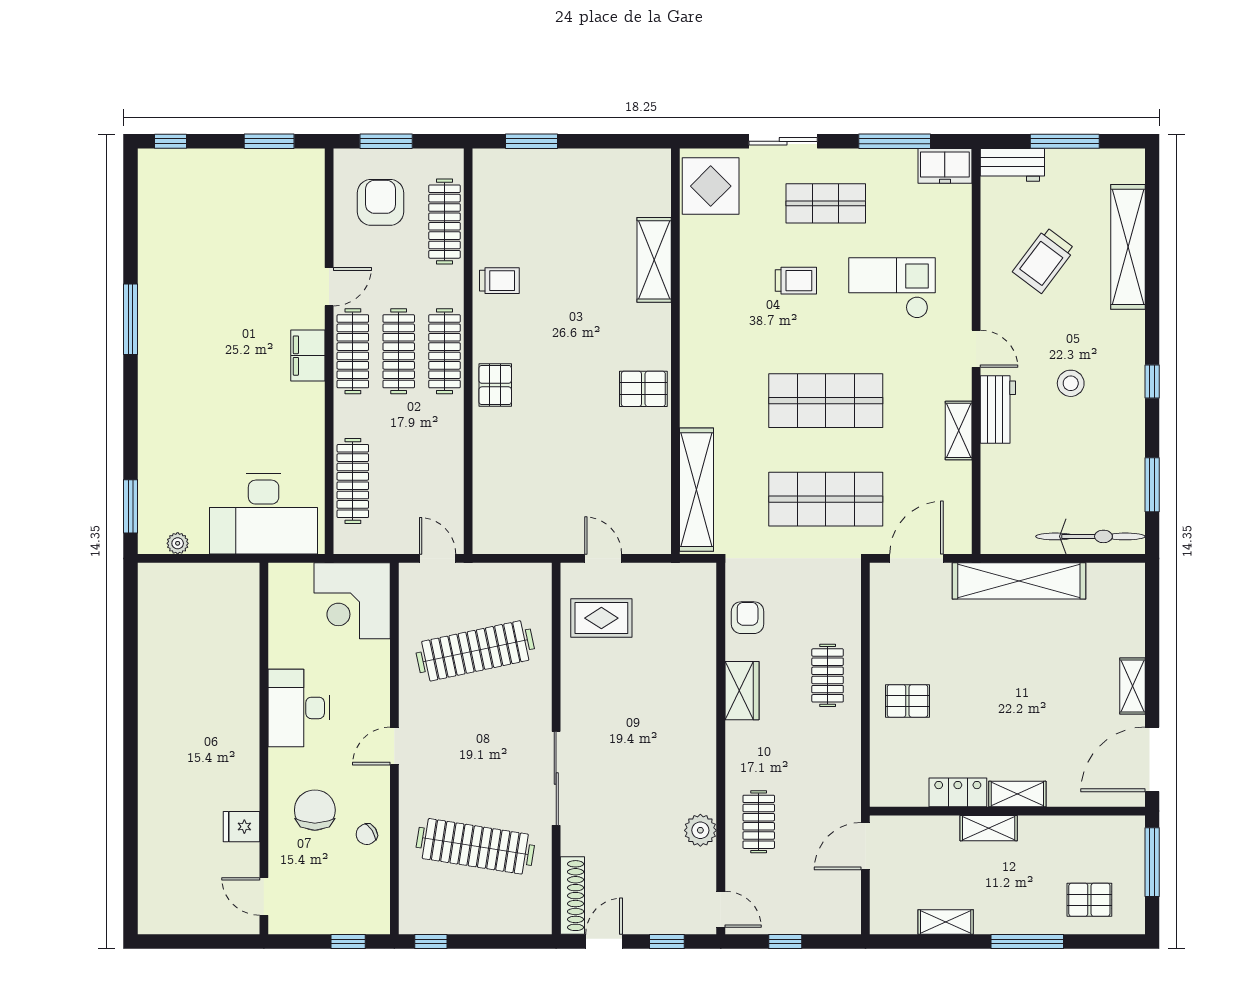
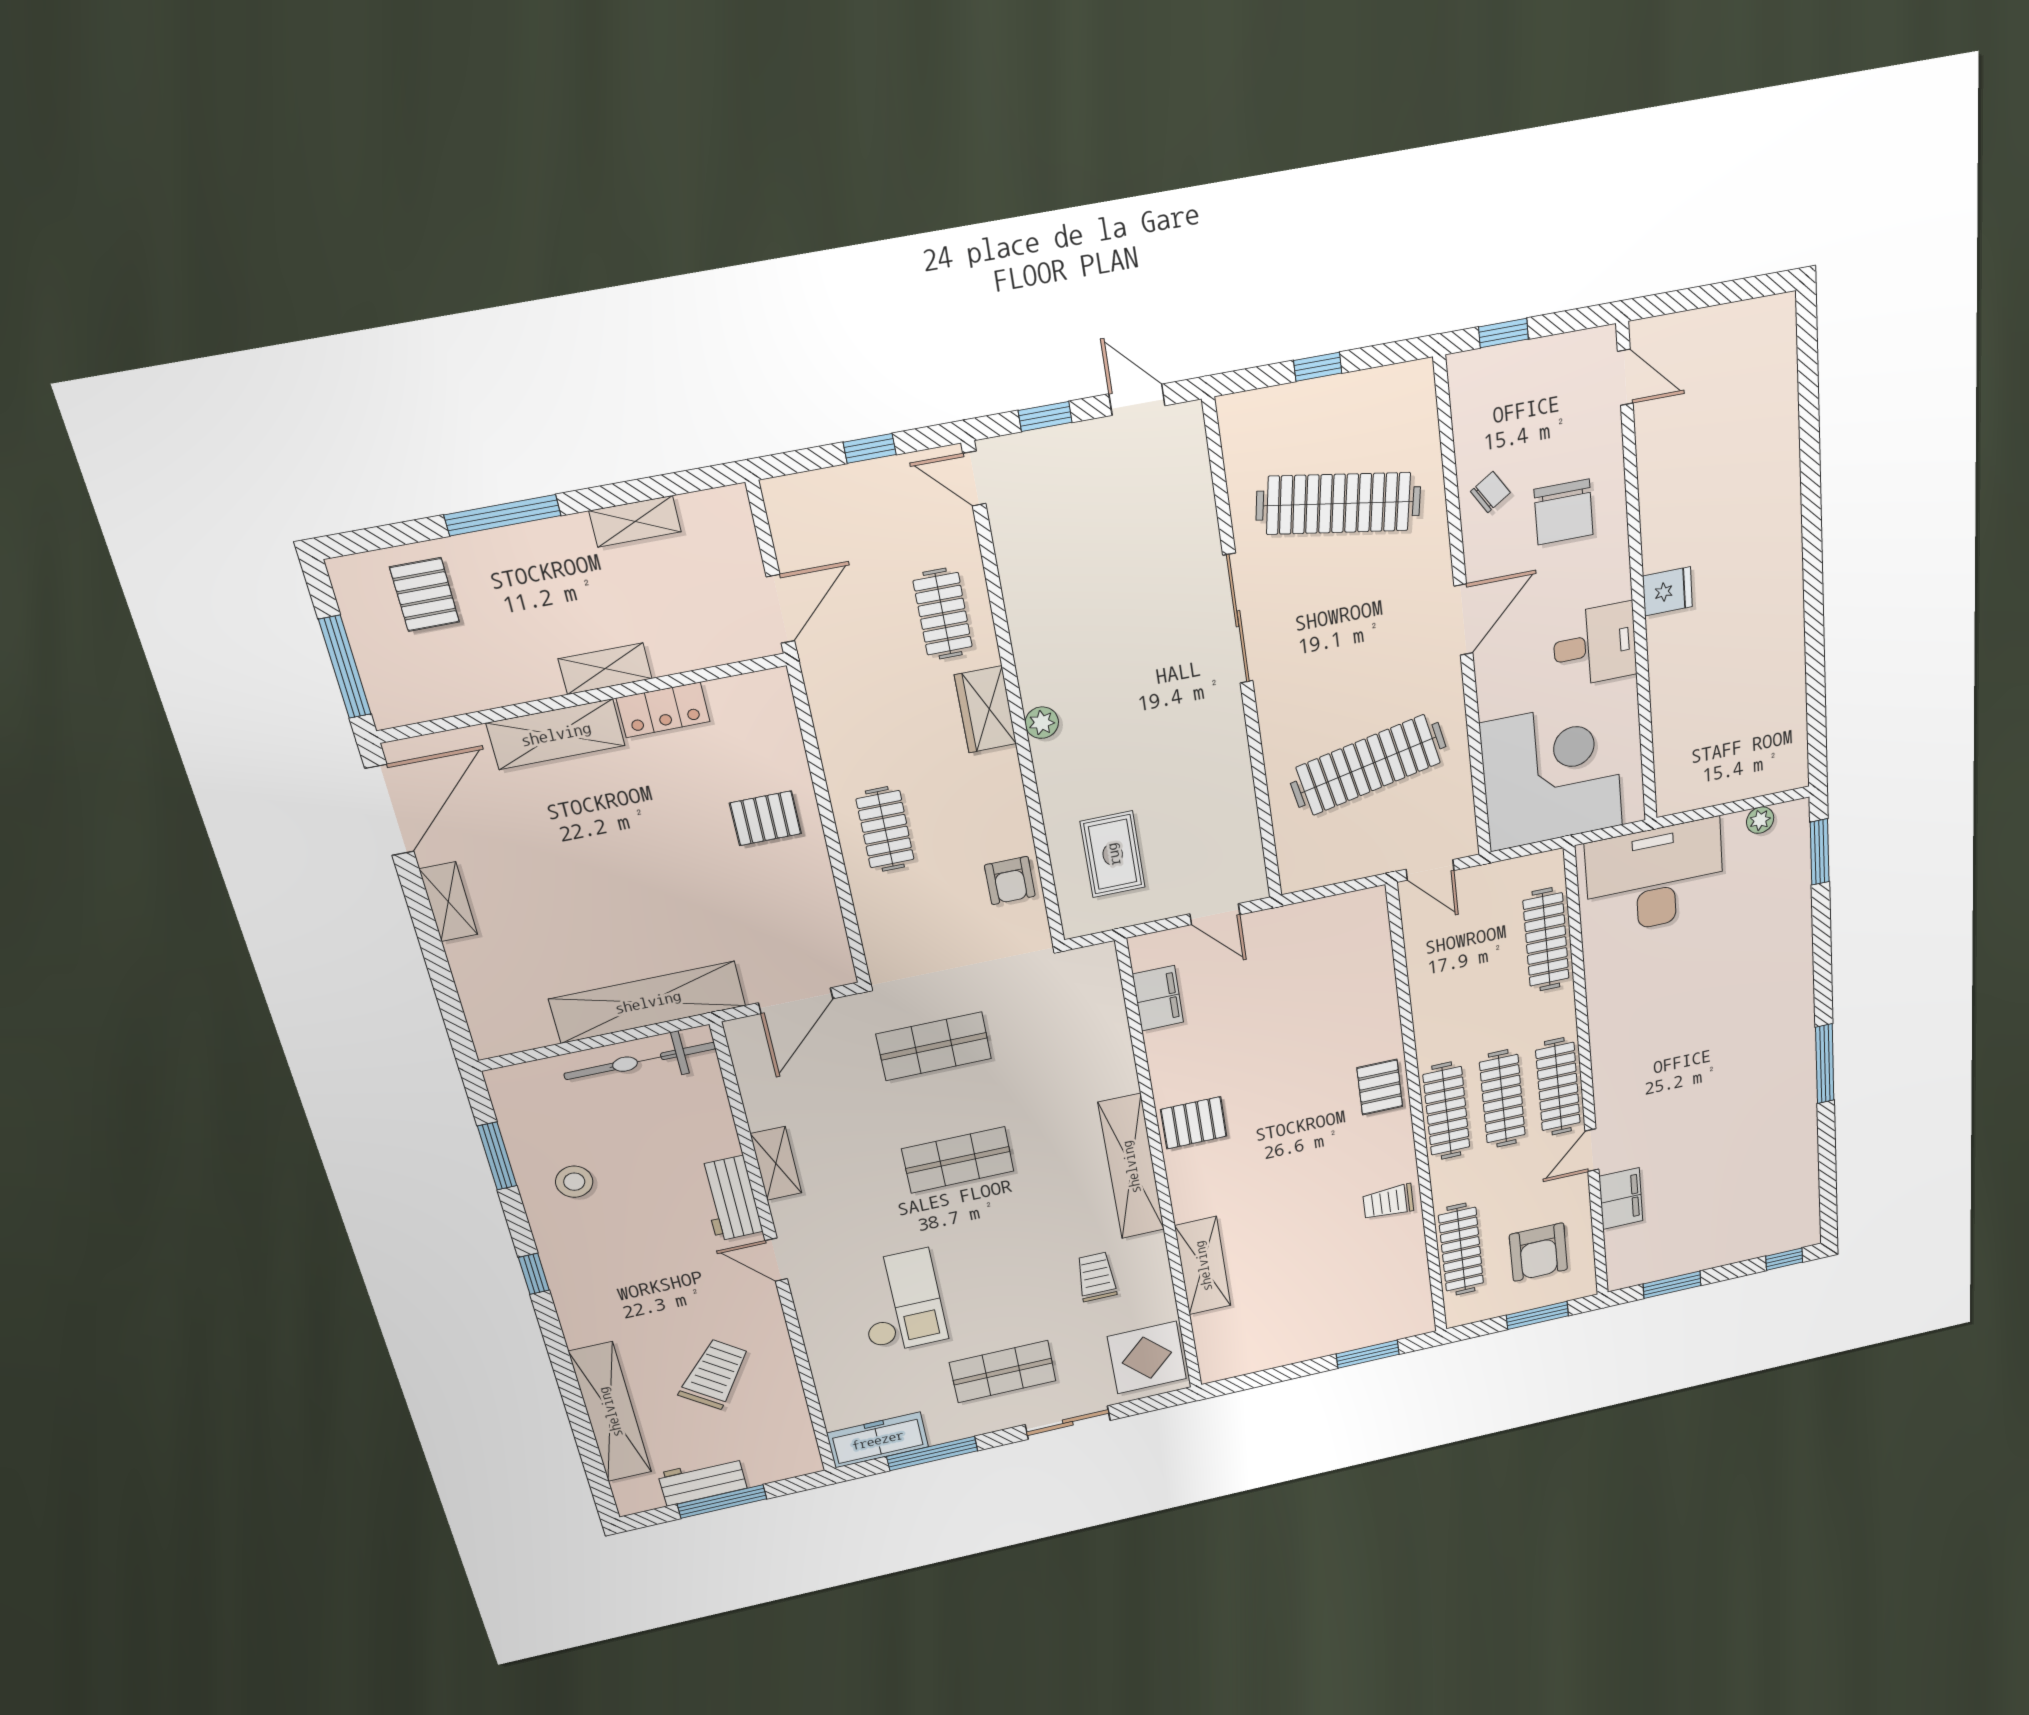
workbench: (1012, 165) -> (702, 1481), moved
freezer: (945, 166) -> (878, 1440), width x1.40
trolley: (796, 281) -> (1096, 1277), moved, turned 90
checkout: (892, 288) -> (900, 1302), turned -90
filing cabinet: (308, 356) -> (1621, 1199), moved
stool: (1071, 383) -> (574, 1182), moved
shop shelf: (826, 401) -> (958, 1160), width x0.70, depth x0.74
shelving: (696, 490) -> (1131, 1167), moved
shop shelf: (826, 499) -> (934, 1046), width x0.70, depth x0.74
filing cabinet: (655, 500) -> (1158, 998), added
bicycle: (1090, 536) -> (640, 1061), moved
corner desk: (352, 601) -> (1552, 775), width x1.36, depth x1.36
rug: (601, 618) -> (1113, 854), moved, turned 90
wardrobe: (742, 691) -> (986, 709), moved
desk: (299, 708) -> (1595, 645), width x0.73
door: (394, 746) -> (1463, 620), width x1.38
shelving: (1017, 794) -> (556, 734), width x1.50, depth x1.33
fridge: (241, 827) -> (1668, 591), moved
plant: (700, 830) -> (1042, 723), moved, width x0.73, depth x0.73
shoe rack: (572, 896) -> (1192, 459), removed
pallet: (1089, 900) -> (425, 595), turned 90
window: (431, 942) -> (1318, 367), moved
door: (604, 942) -> (1137, 400), swing flipped

